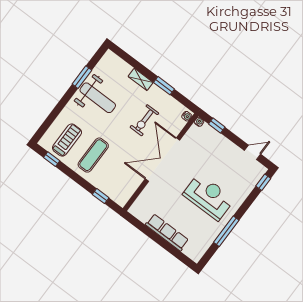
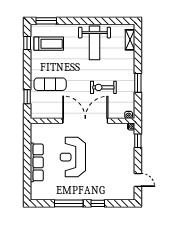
window: (82, 77) -> (46, 21), moved
shelving: (141, 79) -> (130, 40), moved
exercise mat: (93, 155) -> (50, 84), moved
window: (263, 182) -> (98, 203), moved
reception desk: (209, 197) -> (73, 157), moved, turned 180

